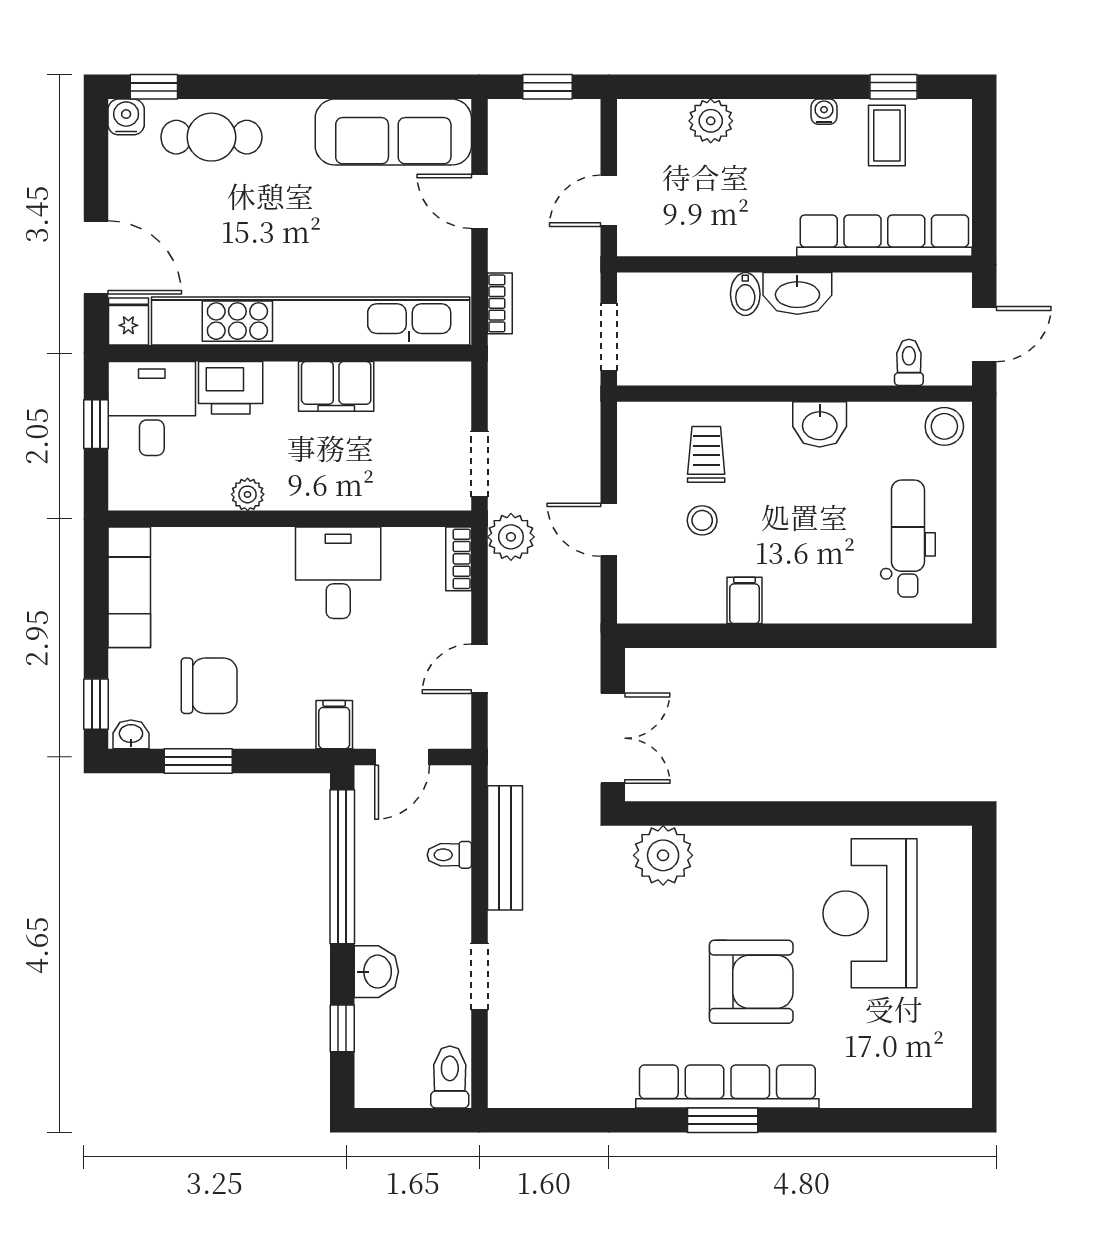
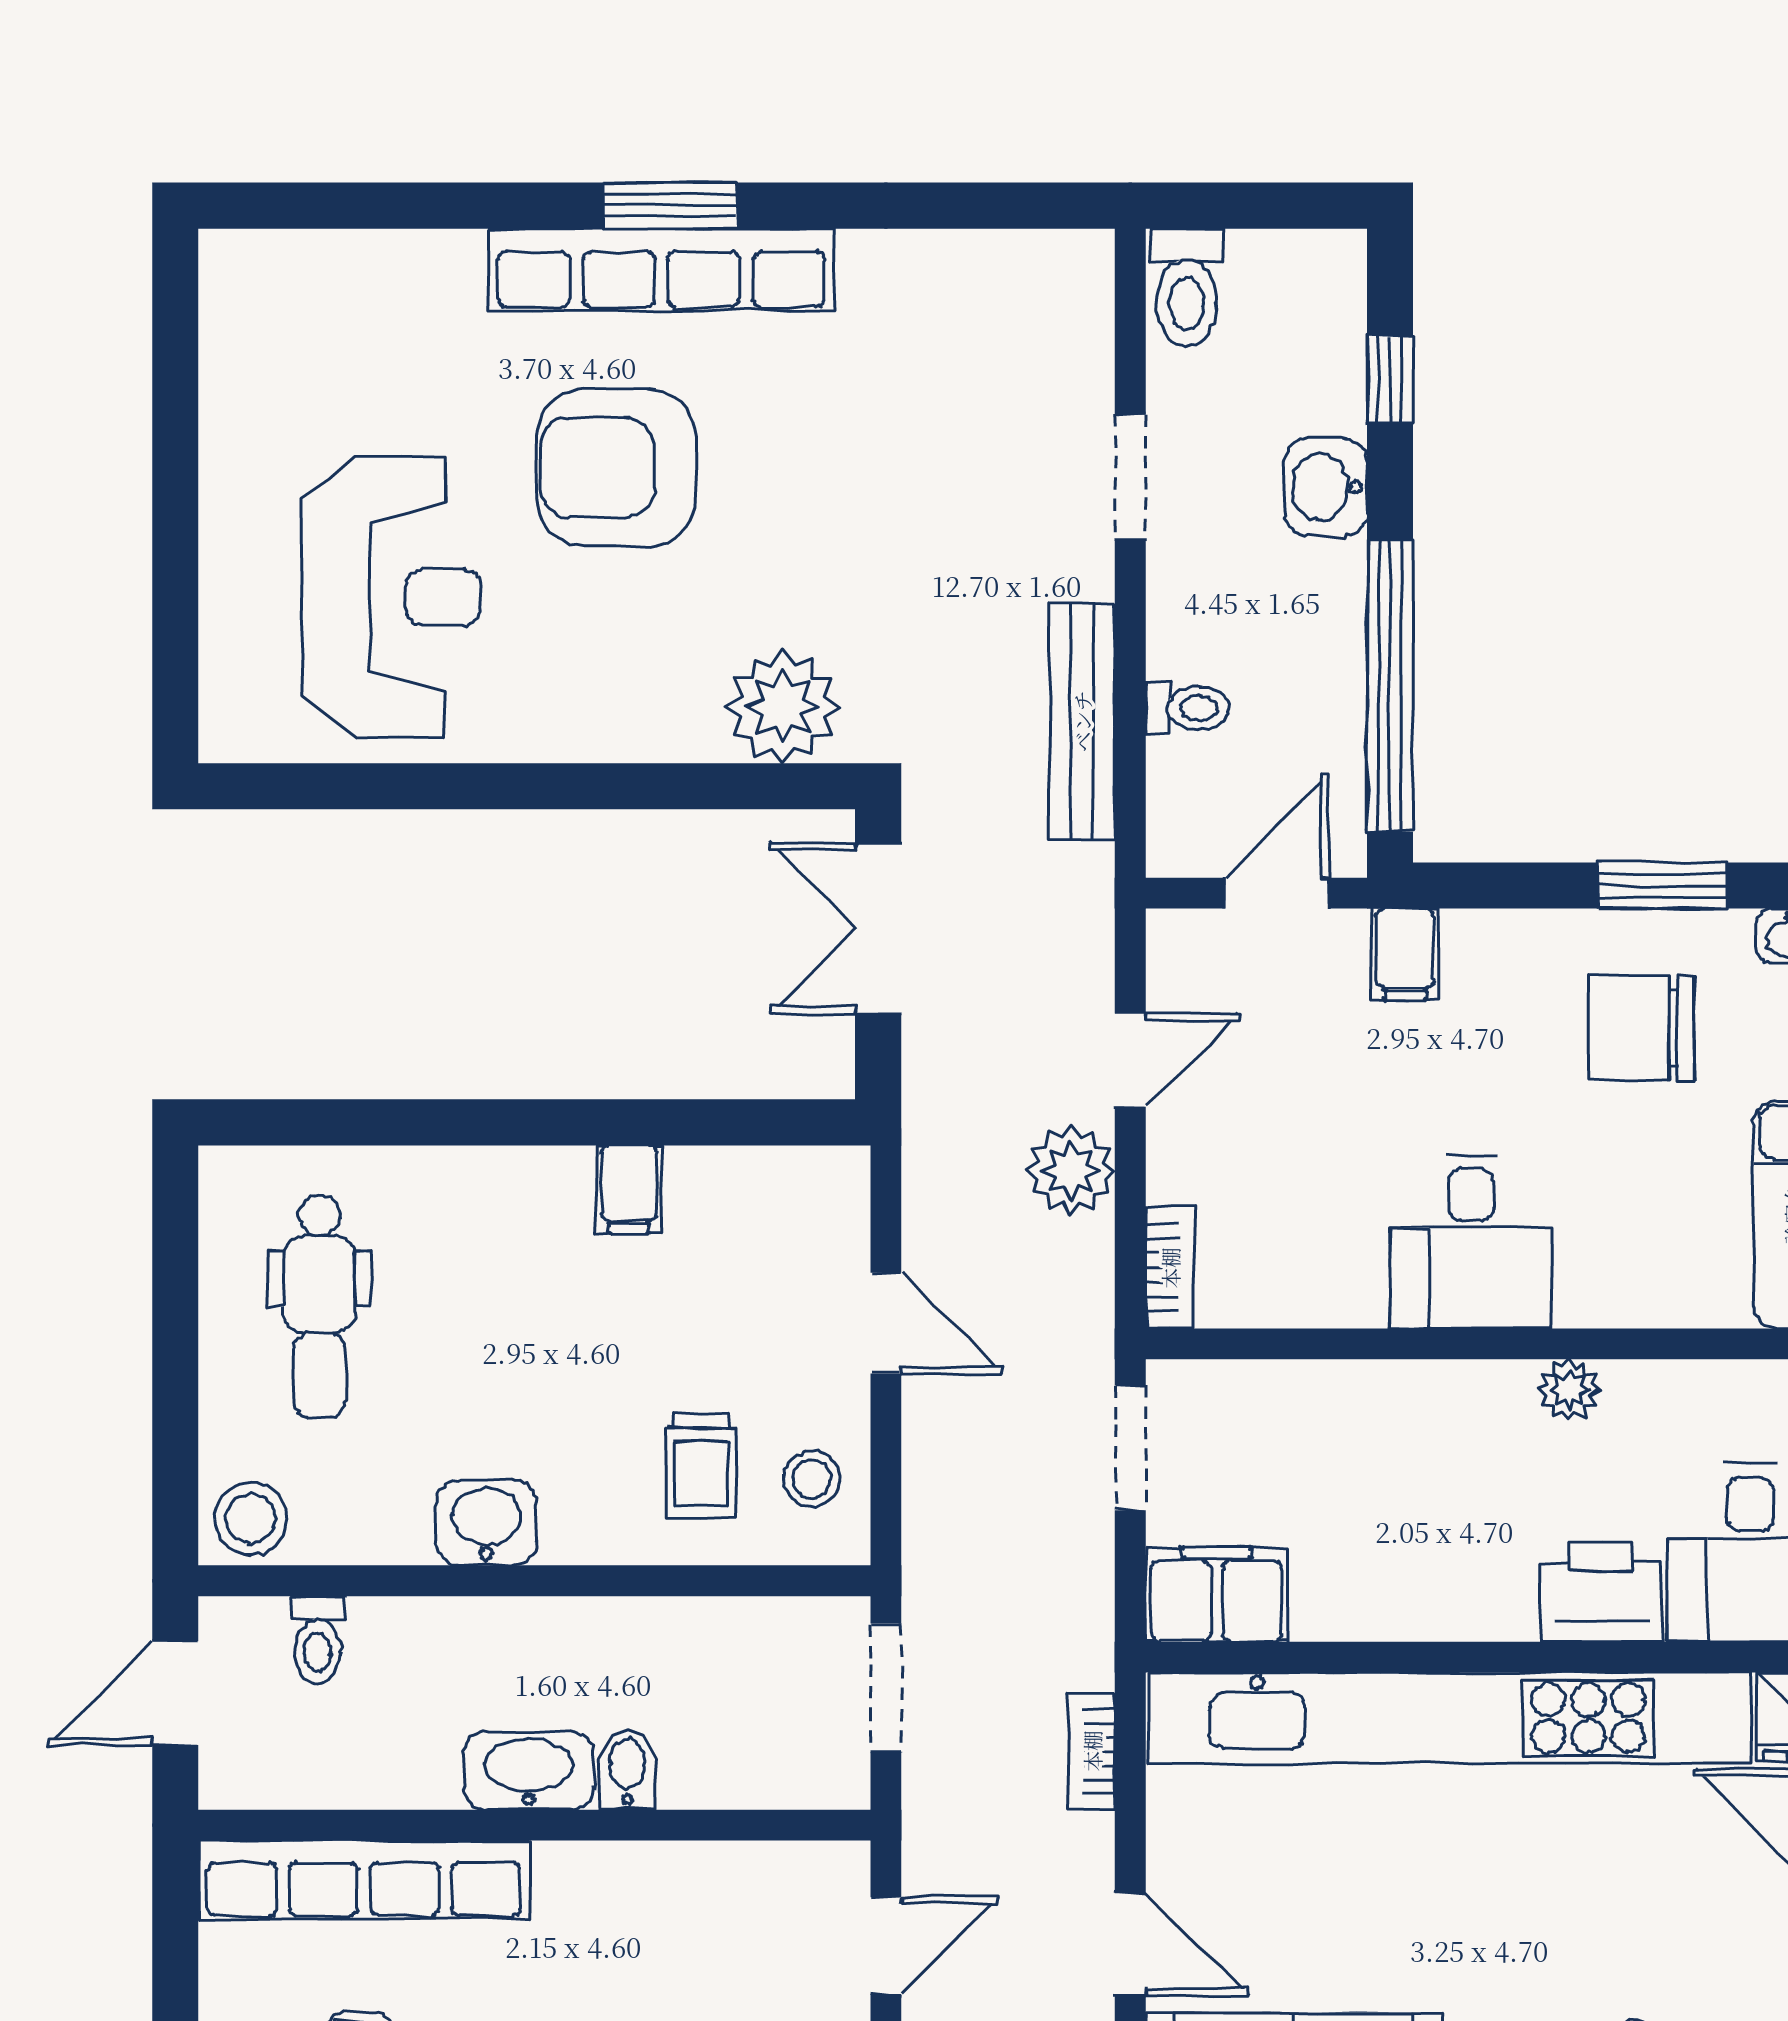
filing cabinet: (336, 386) -> (1217, 1595), moved
stool: (702, 520) -> (812, 1479), moved
plant: (511, 537) -> (1071, 1170), moved
desk: (338, 573) -> (1471, 1242), moved

